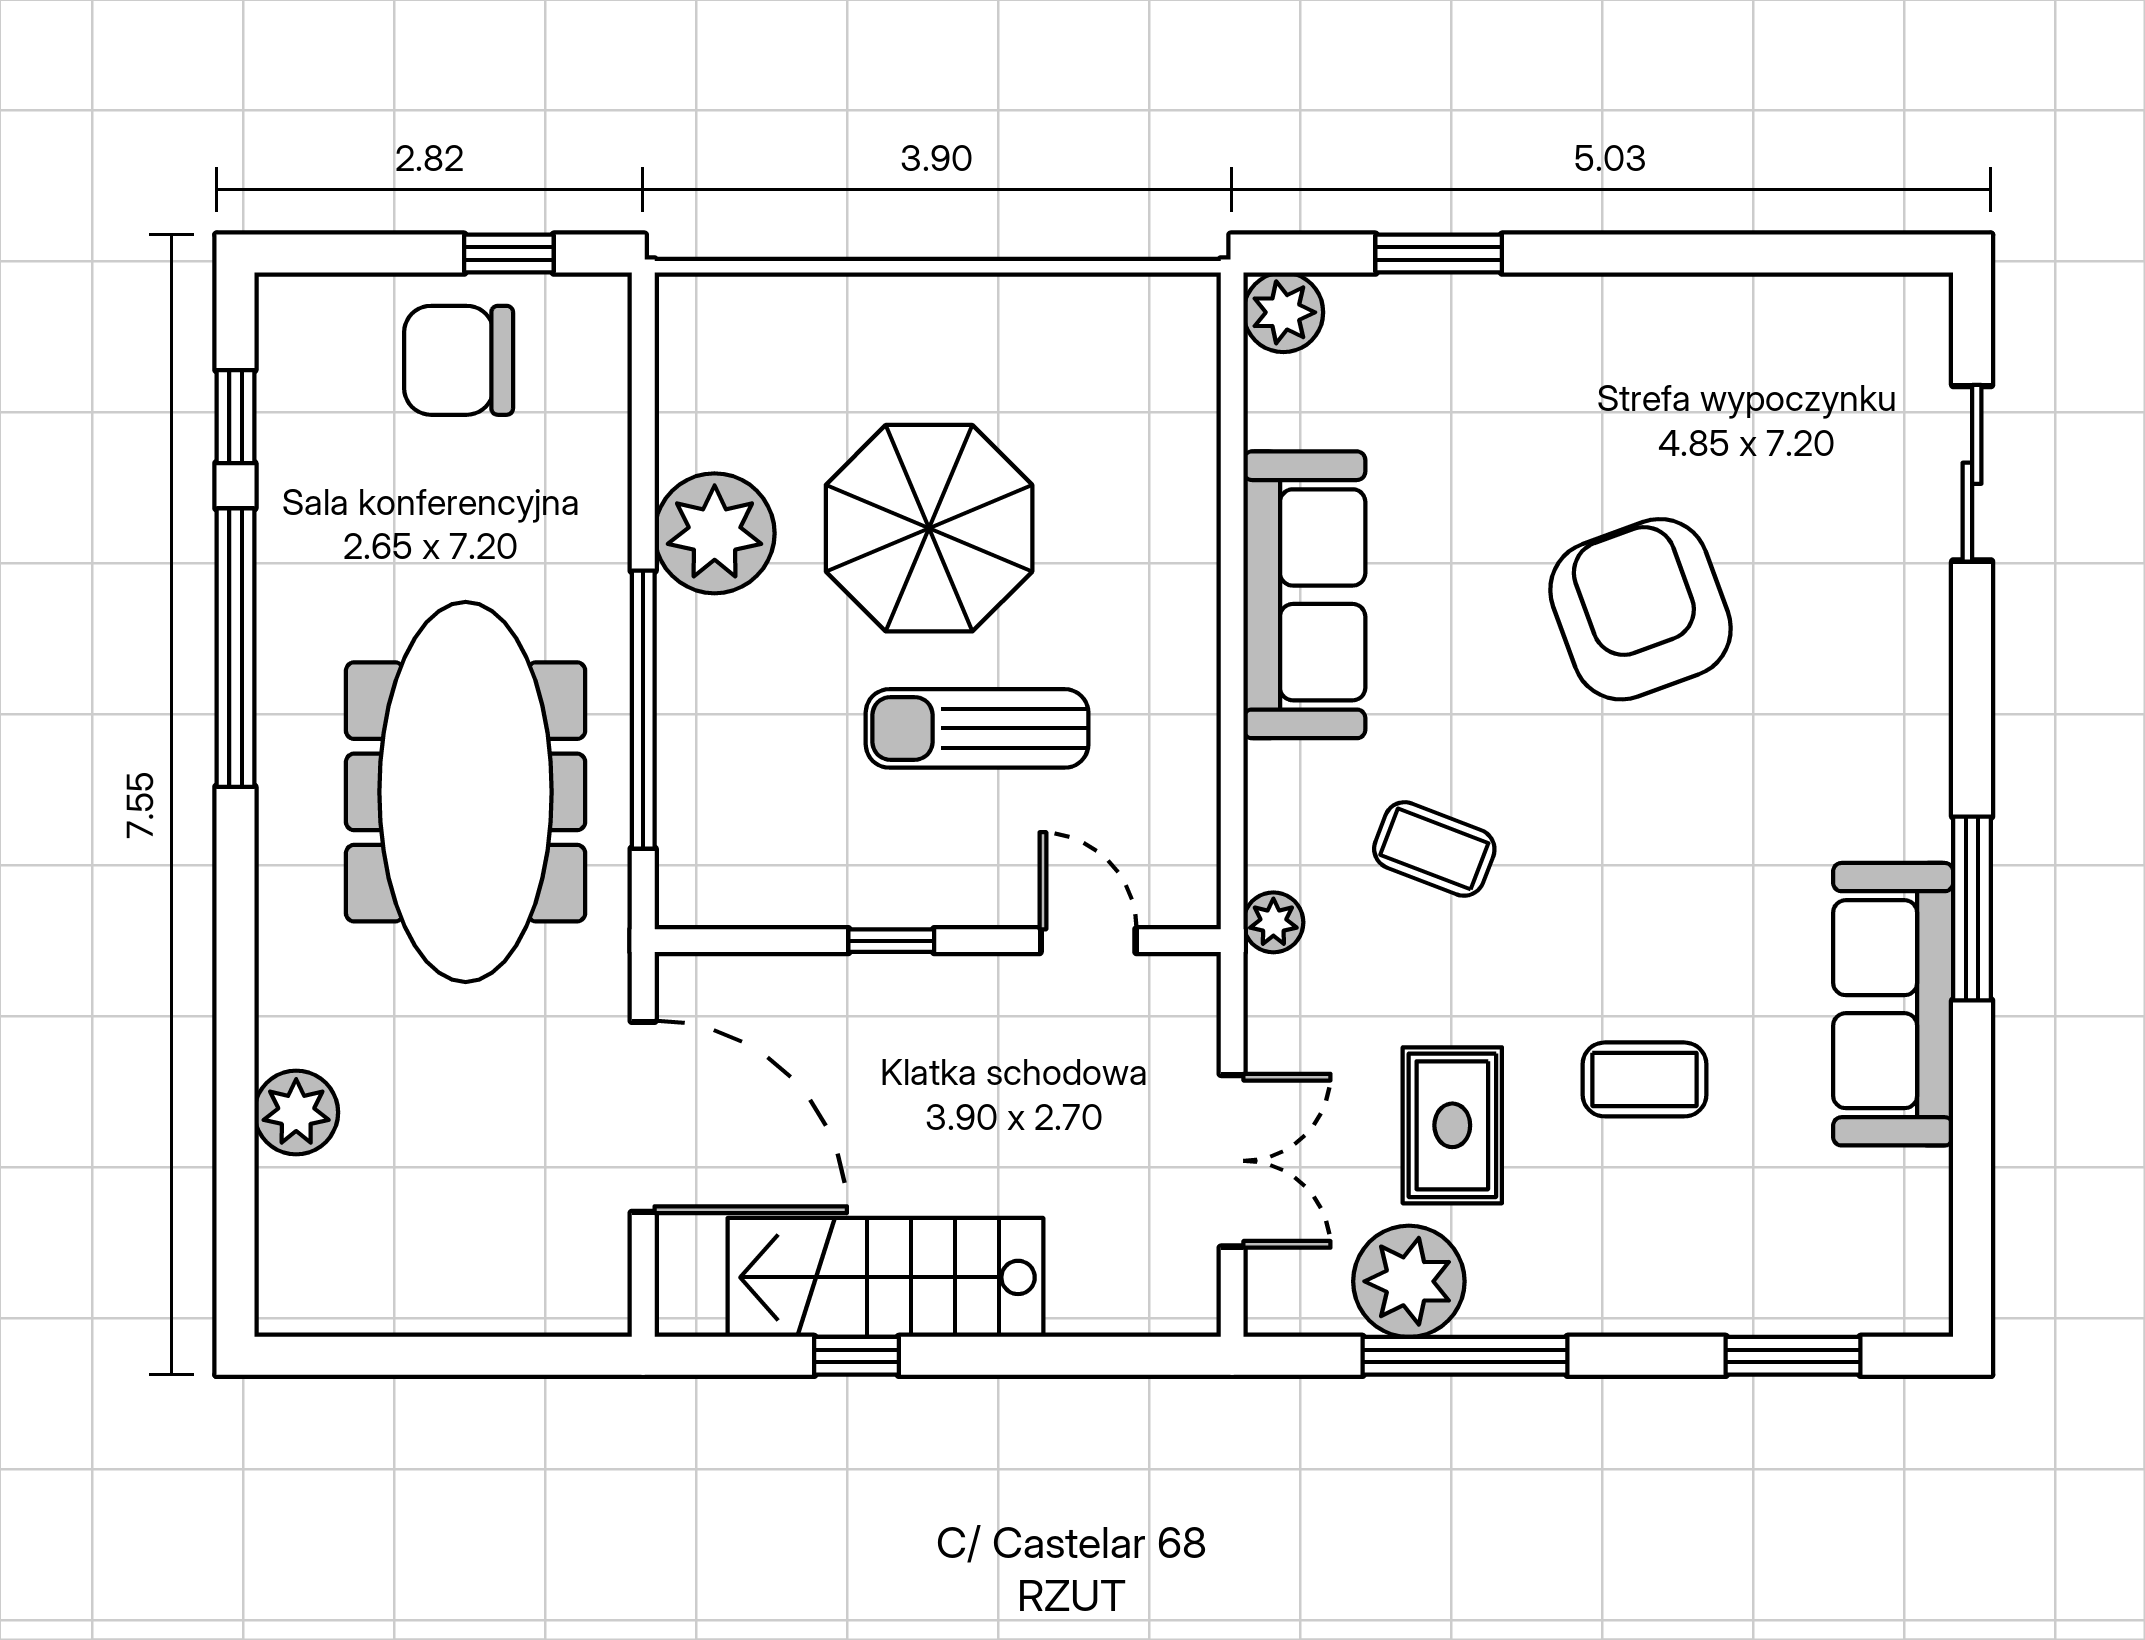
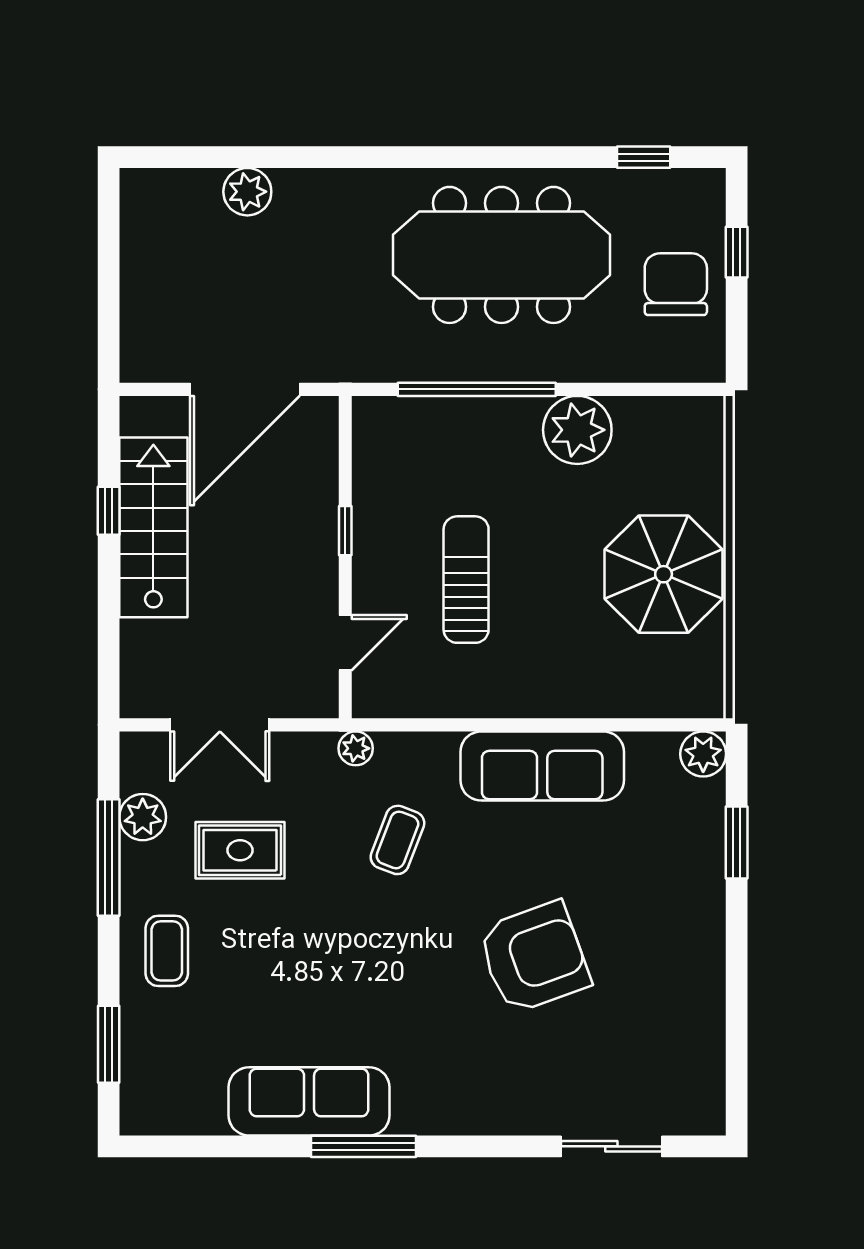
window: (509, 254) -> (737, 252), moved
parasol: (929, 528) -> (664, 574), moved
window: (235, 648) -> (512, 157), removed
meeting table: (466, 792) -> (502, 255), moved
coffee table: (1644, 1079) -> (167, 951), moved
plant: (1409, 1281) -> (143, 817), width x0.73, depth x0.73

